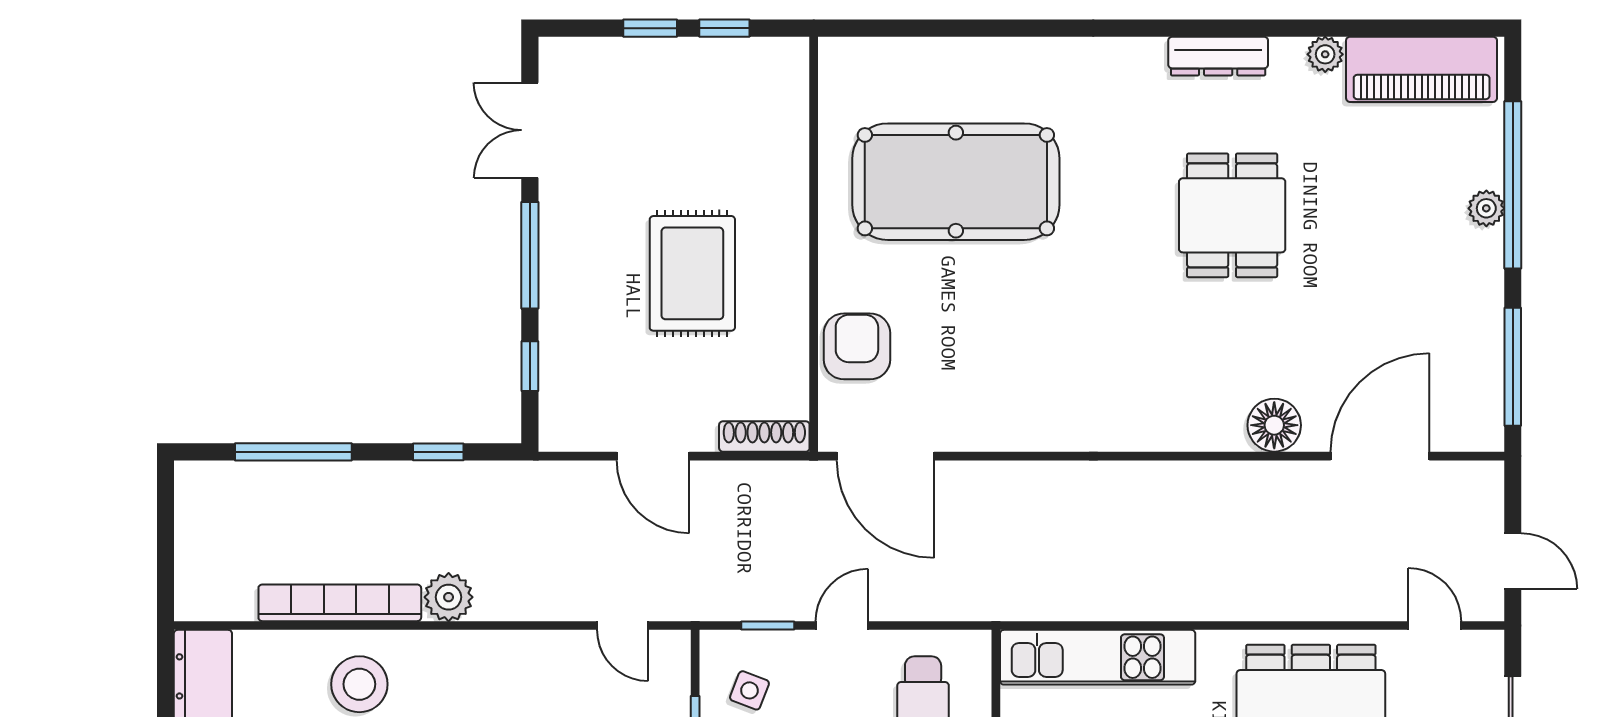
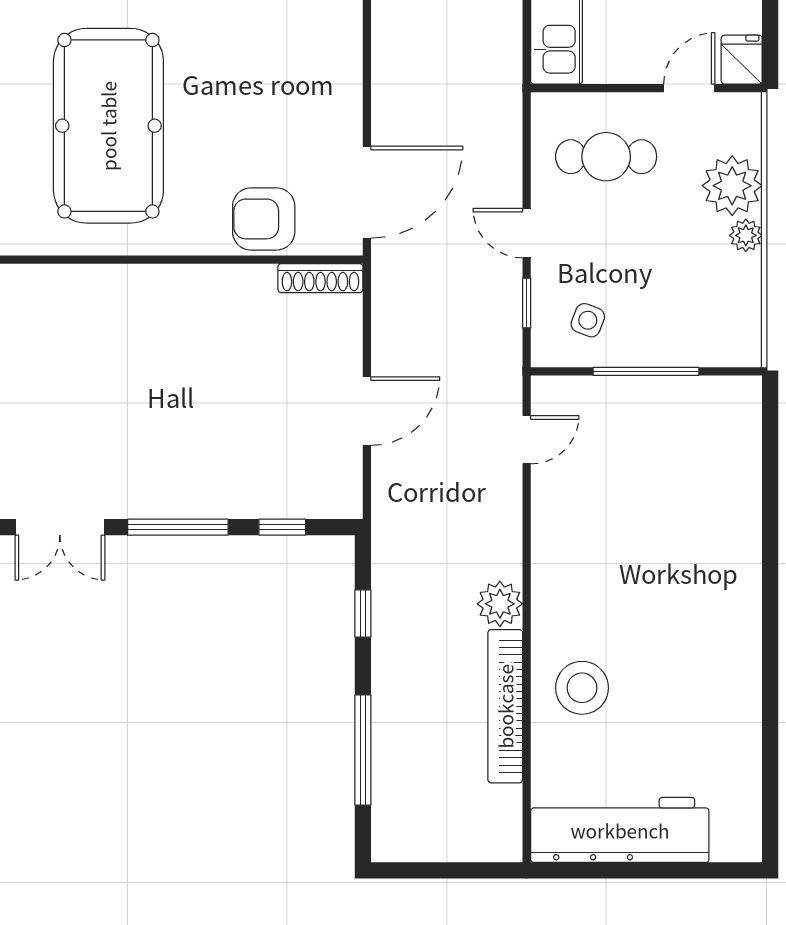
rug: (692, 273) -> (195, 374), removed
shoe rack: (764, 436) -> (320, 278), moved, turned -90

